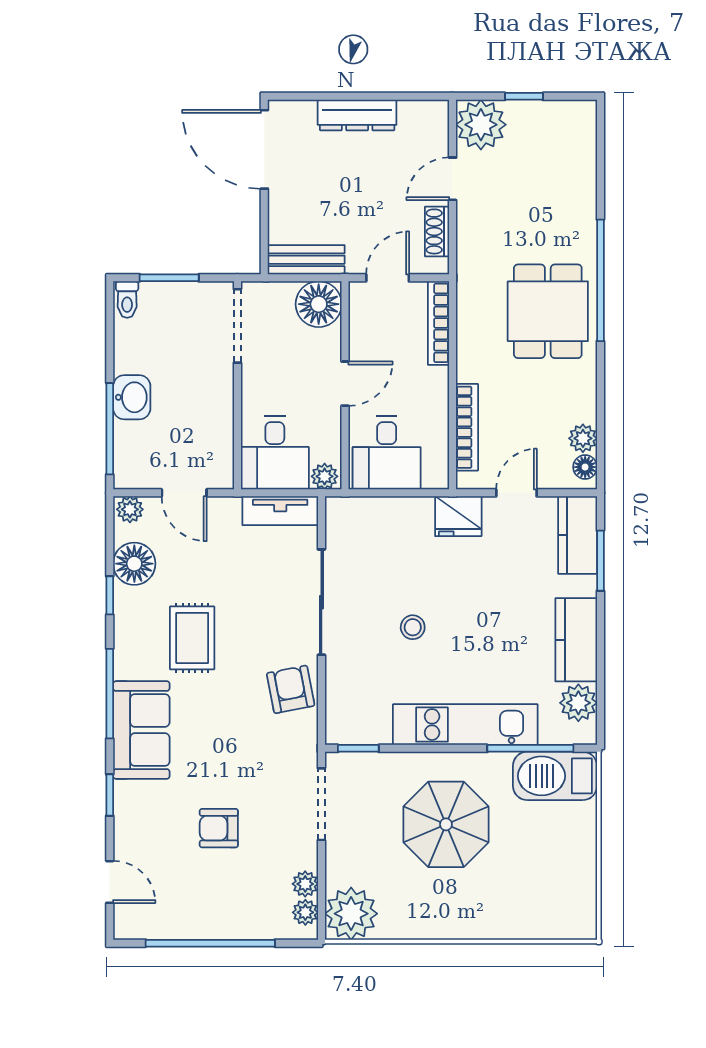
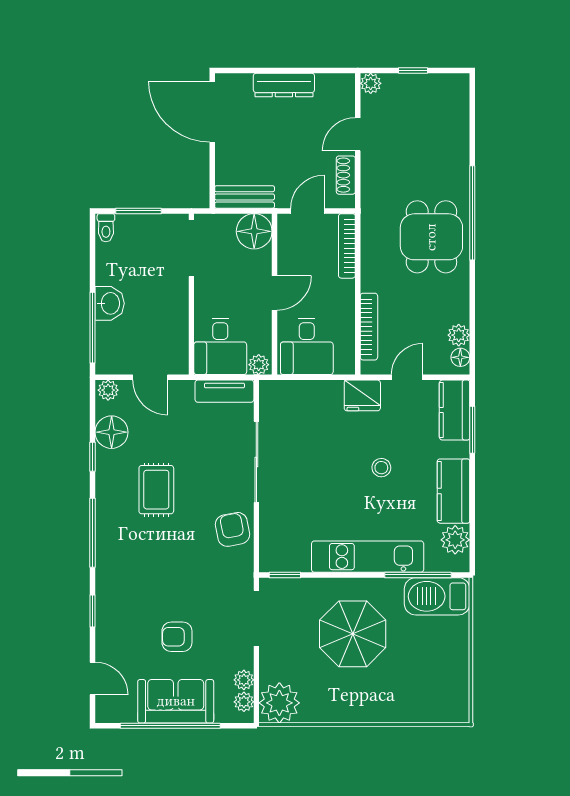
plant: (481, 125) -> (371, 83), width x0.53, depth x0.53
stool: (413, 627) -> (381, 468), moved
sofa: (141, 730) -> (176, 701), moved, turned -90

